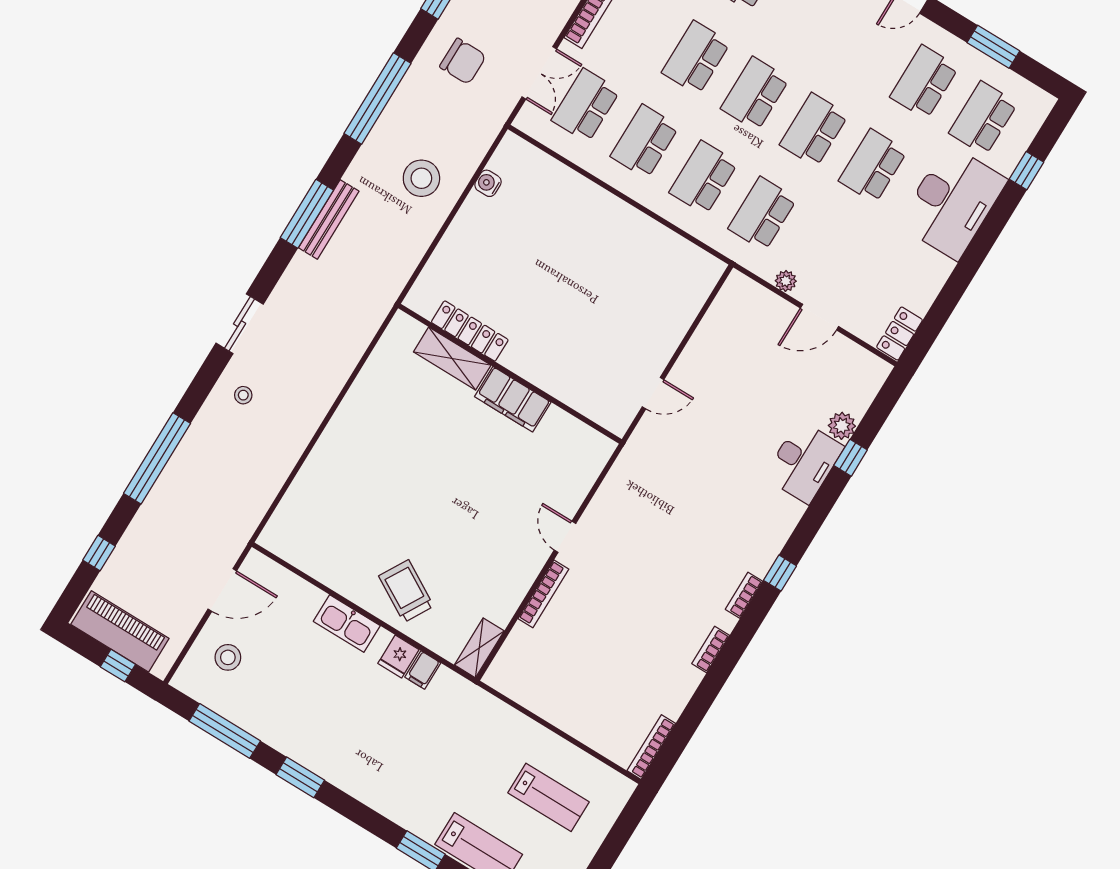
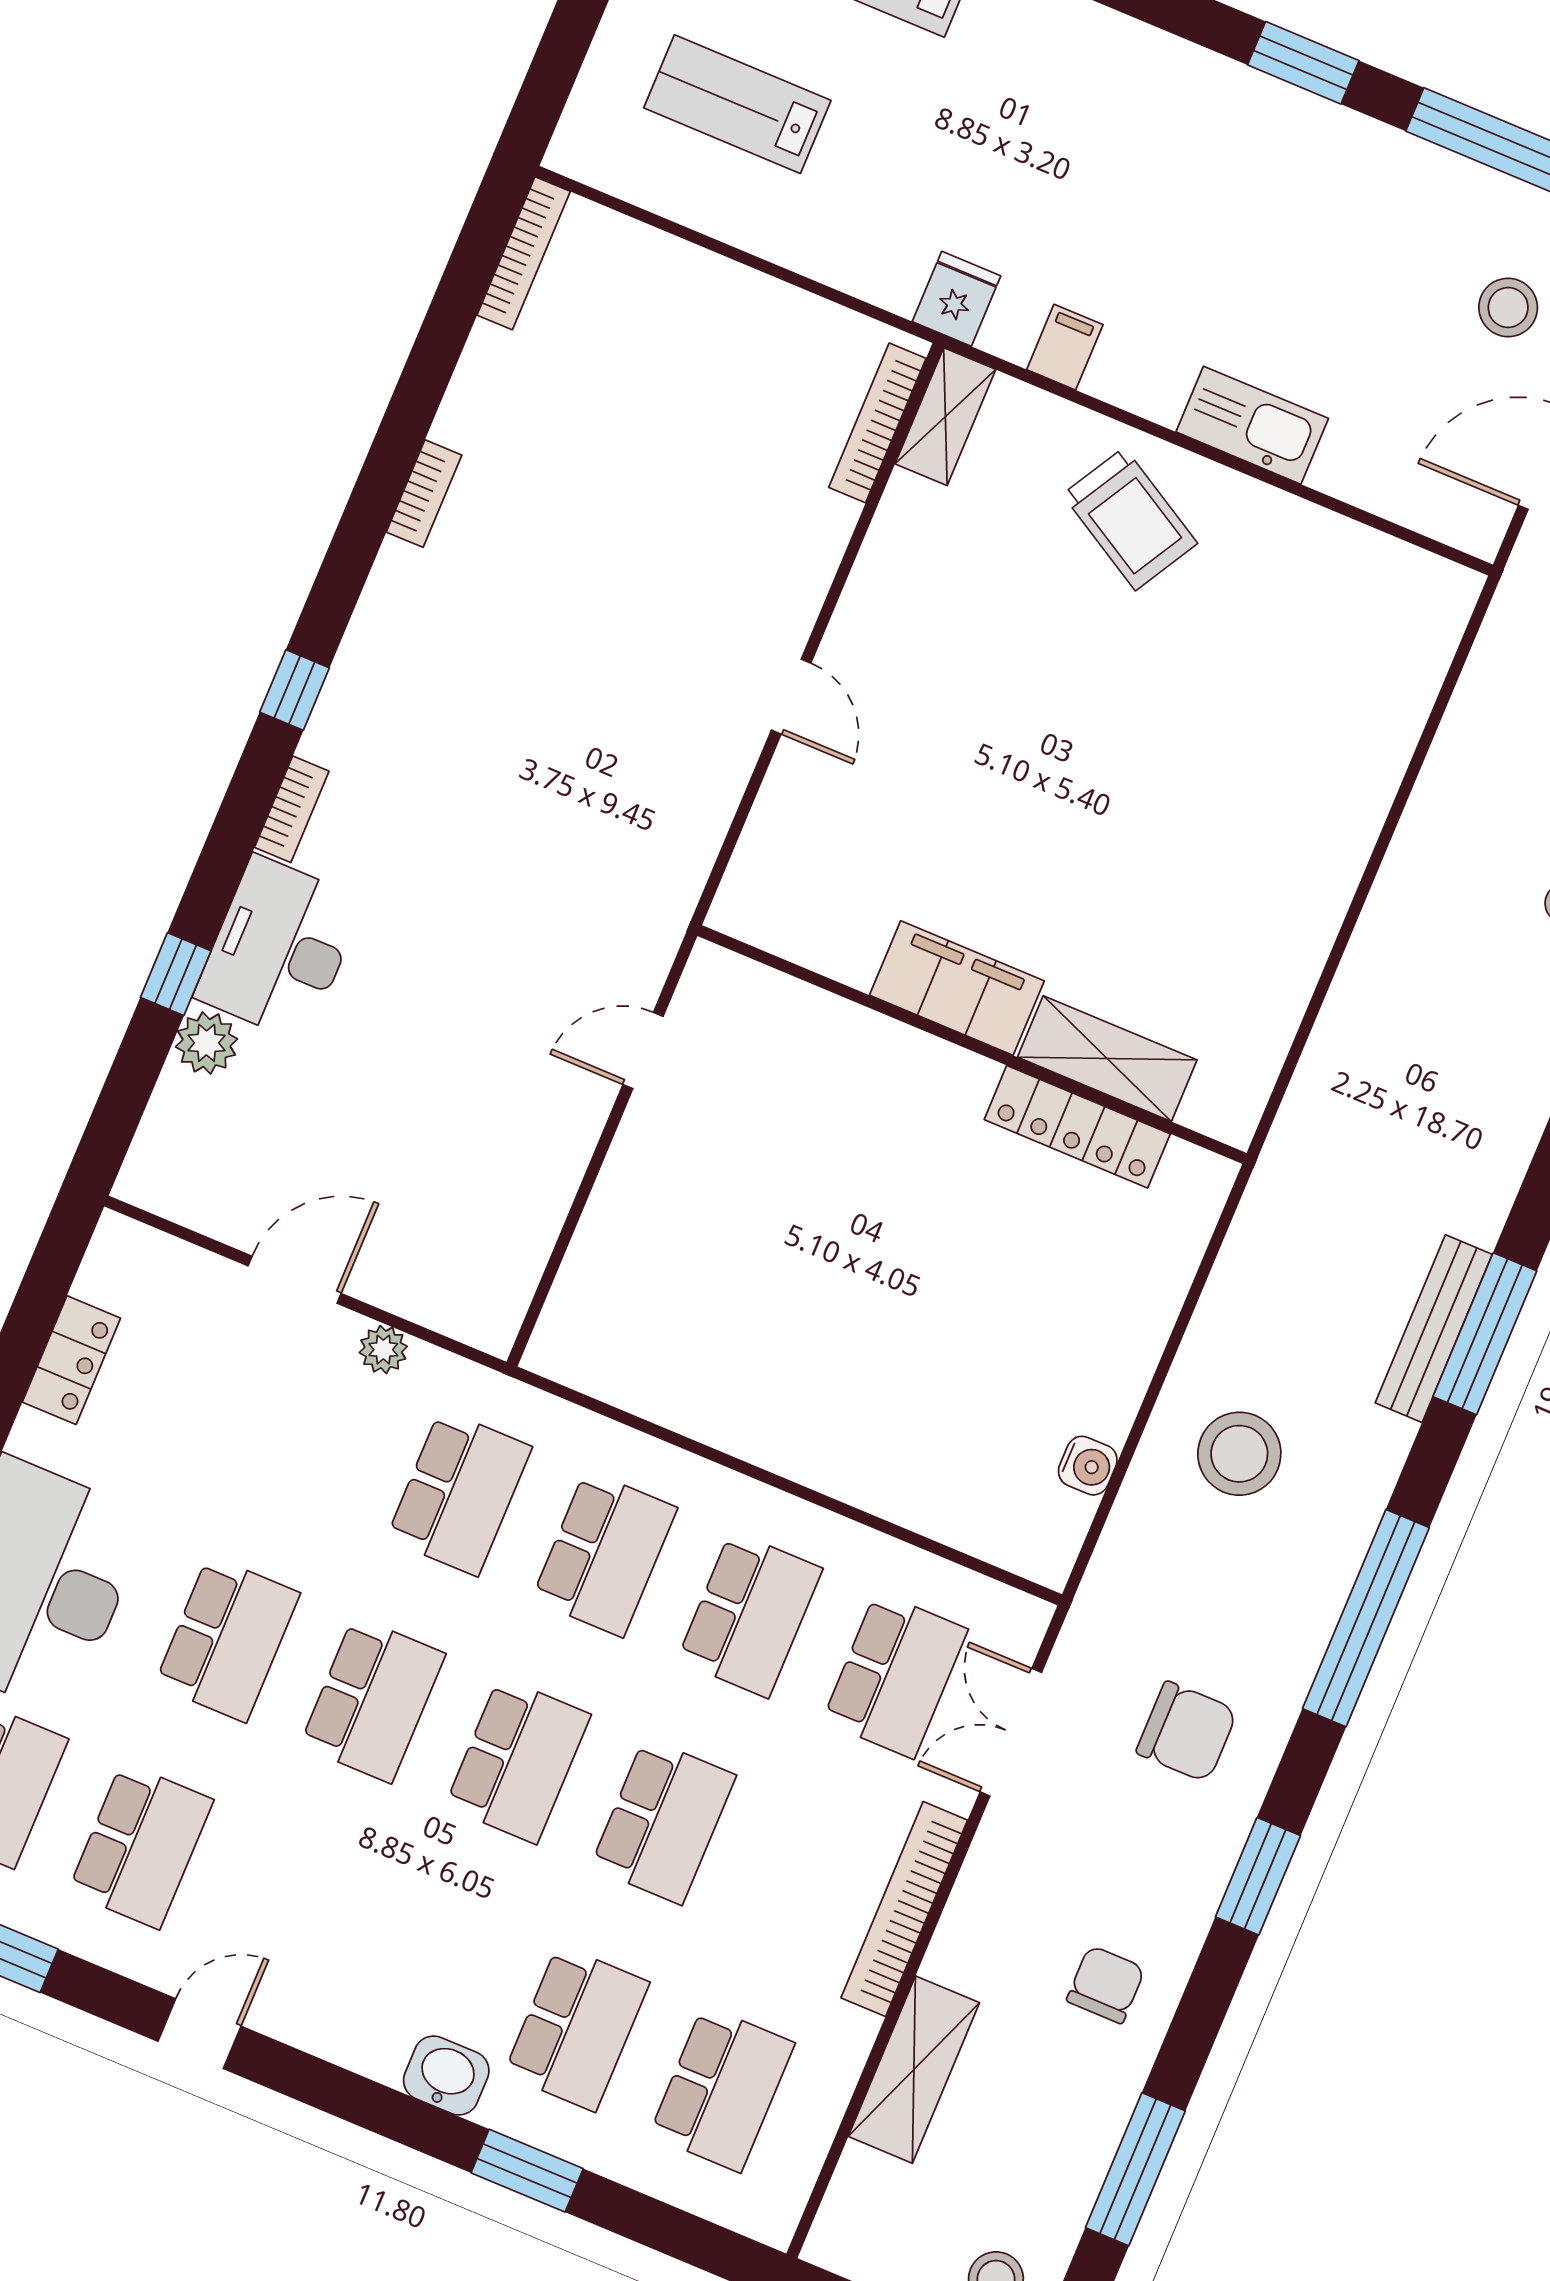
chair: (463, 61) -> (1187, 1732), turned 180
locker: (900, 333) -> (71, 1360), moved
bookcase: (543, 594) -> (877, 423), moved
bookcase: (744, 595) -> (292, 809), moved
fridge: (398, 656) -> (957, 299), moved

